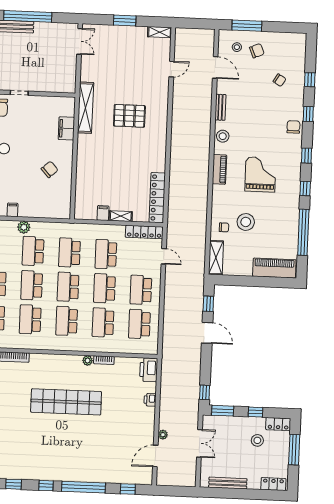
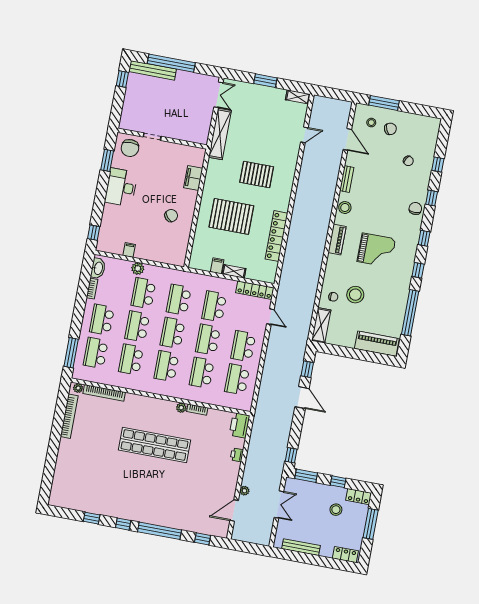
shelving: (86, 108) -> (220, 134), moved
pallet: (110, 161) -> (231, 216), added
grand piano: (260, 174) -> (376, 250), turned 90
locker: (157, 198) -> (276, 236), moved

